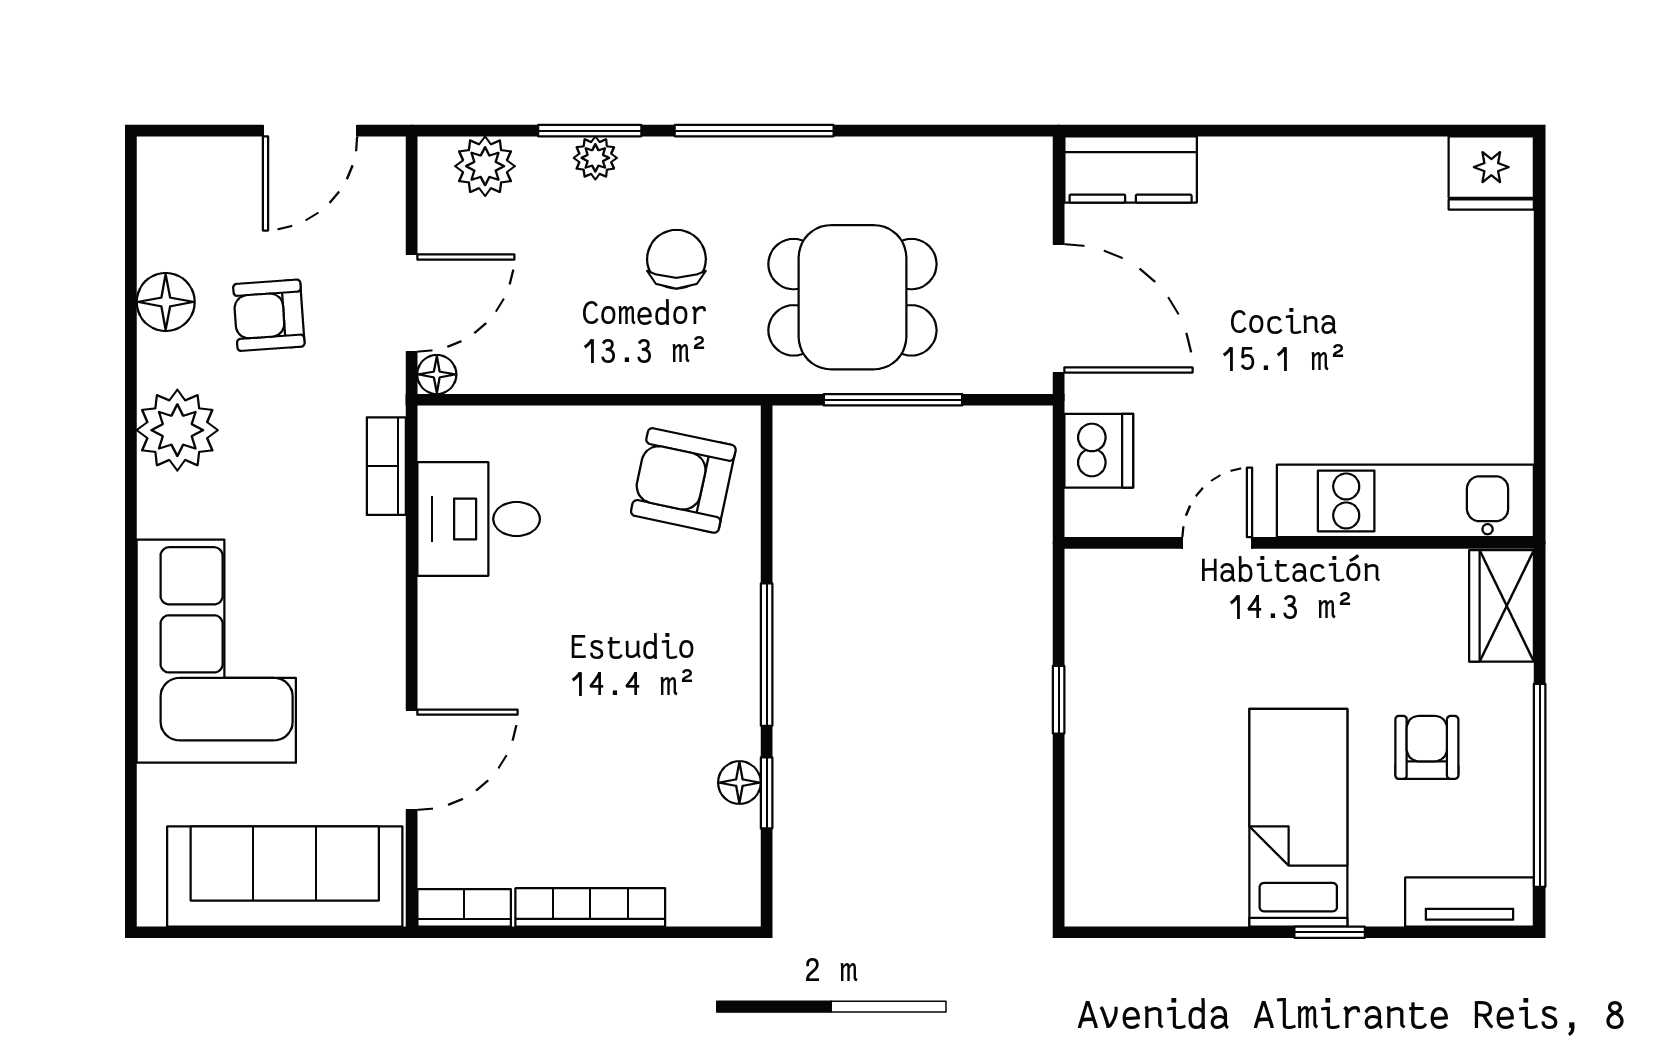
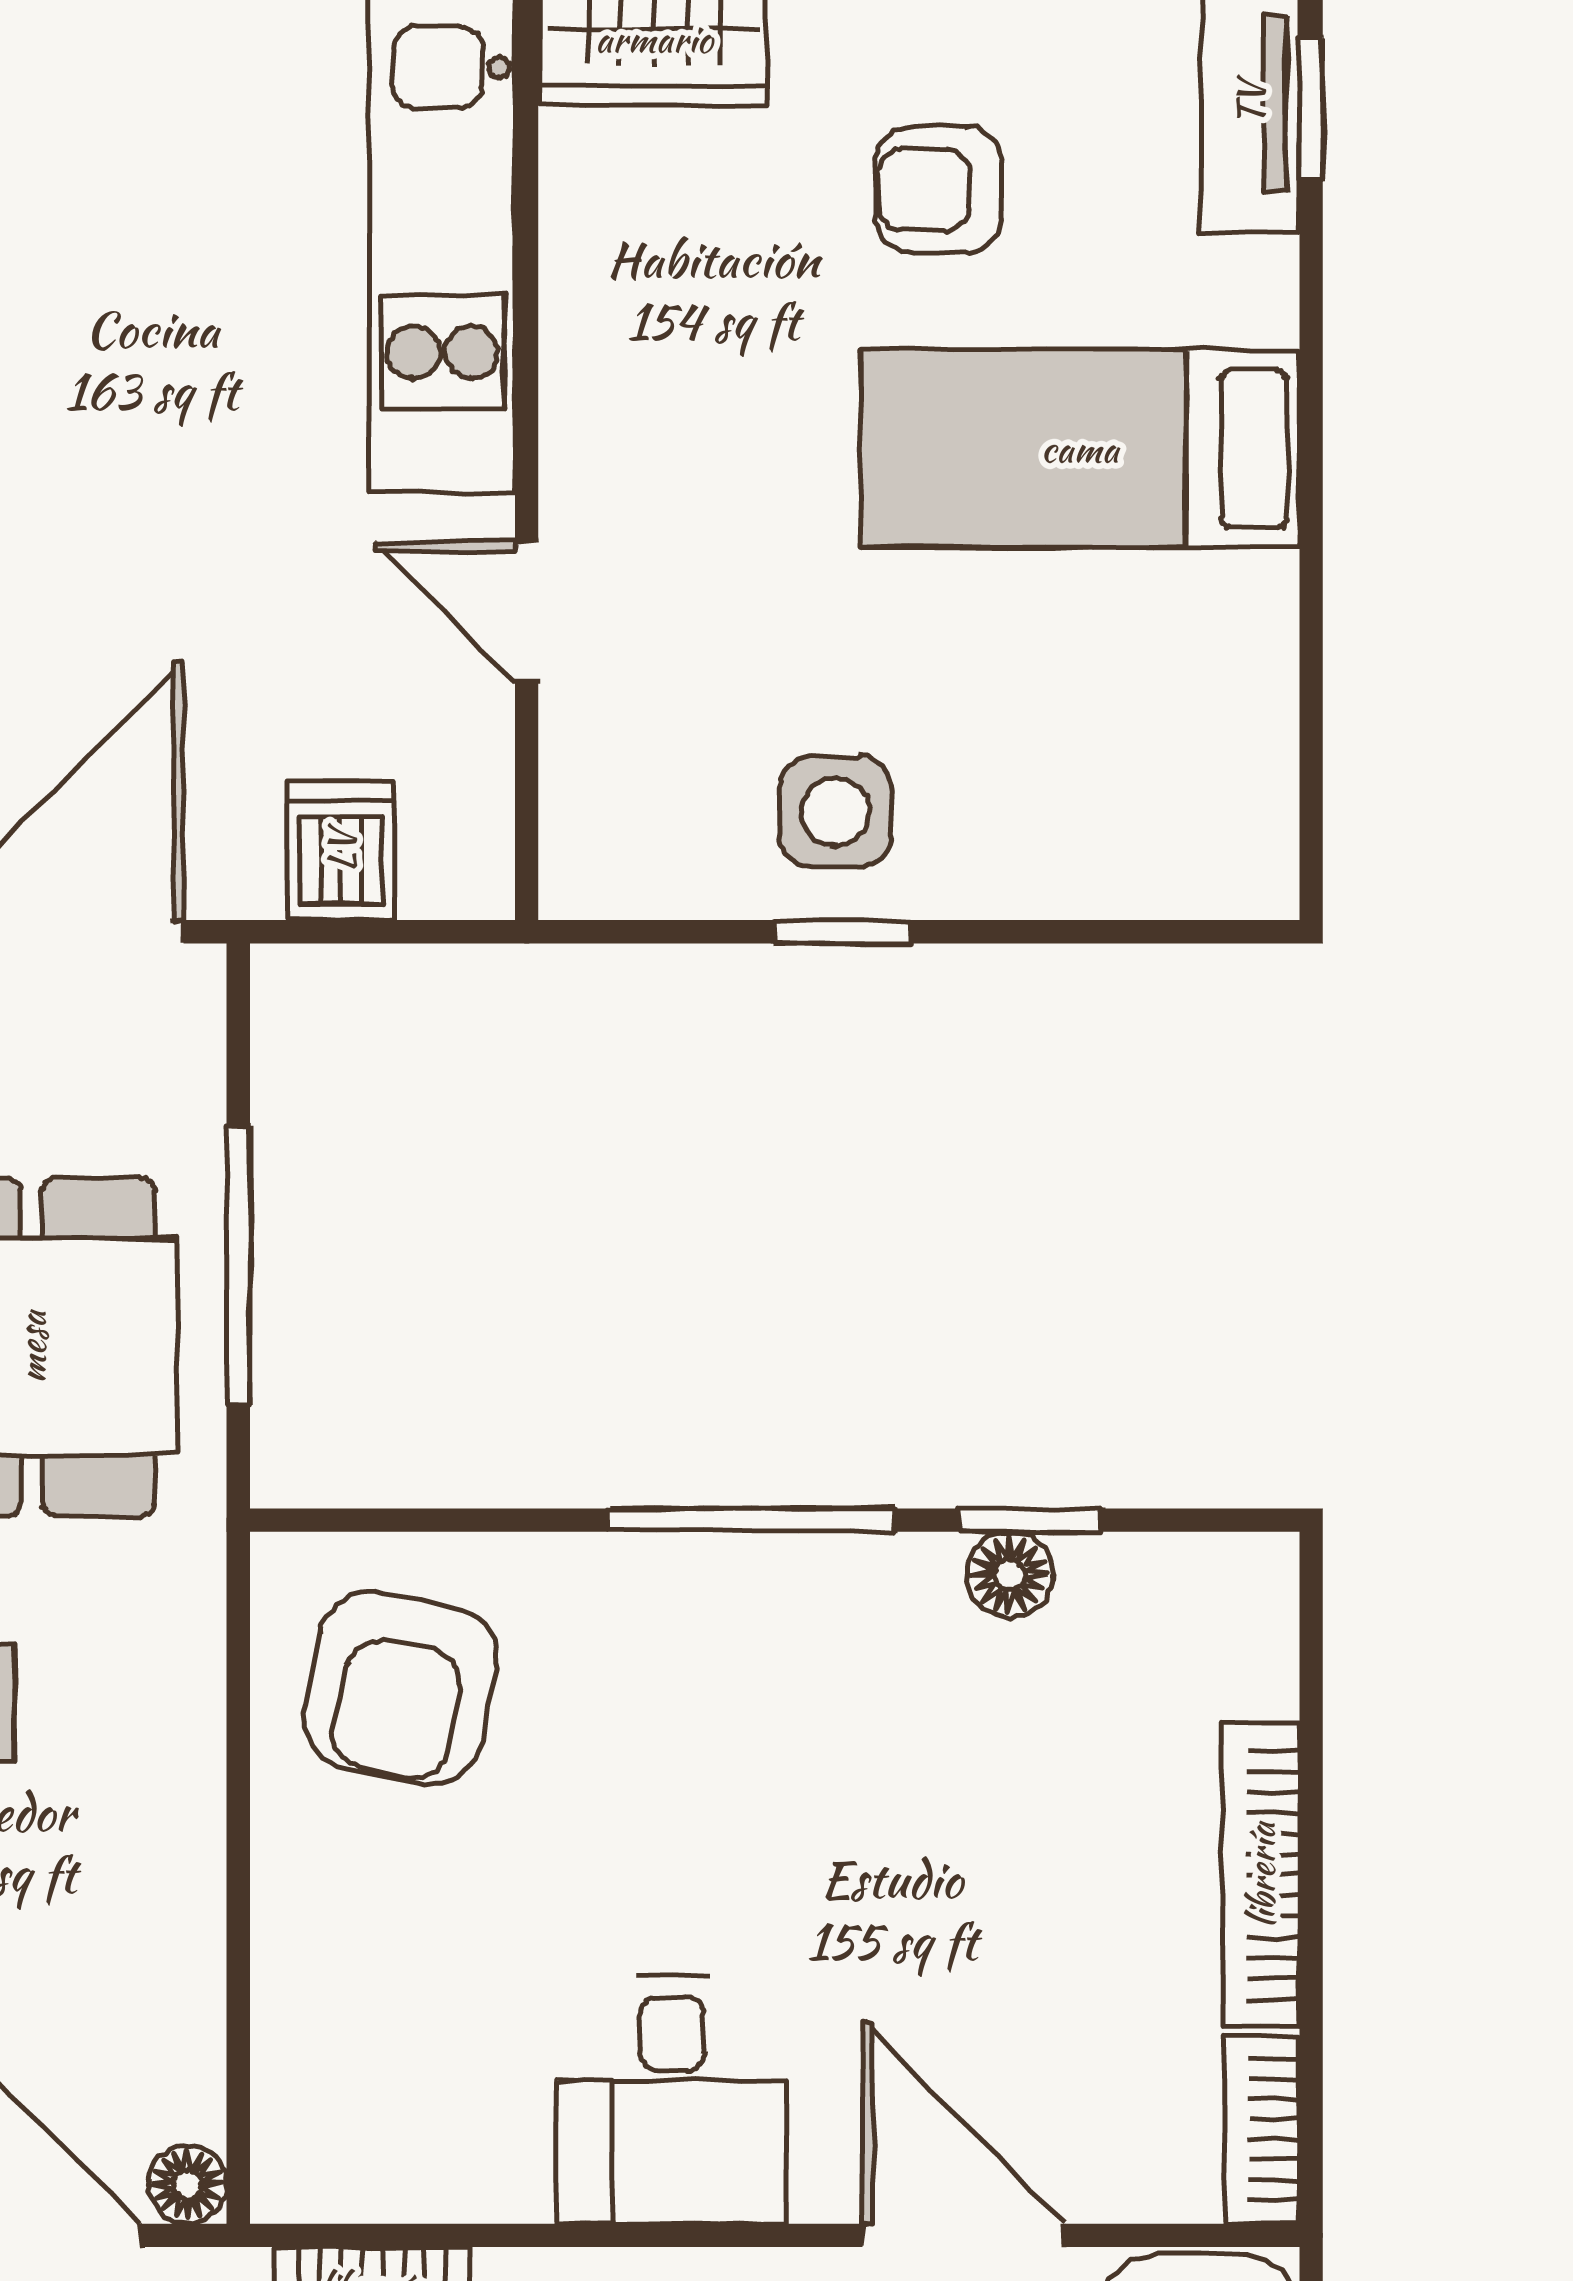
dishwasher: (1099, 451) -> (341, 851), width x0.73
desk: (479, 519) -> (672, 2100), moved
side table: (1118, 696) -> (835, 812), added
window: (1330, 932) -> (1311, 108), moved

